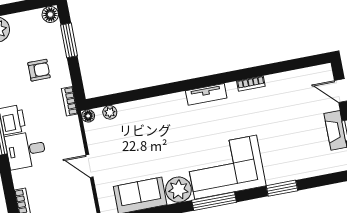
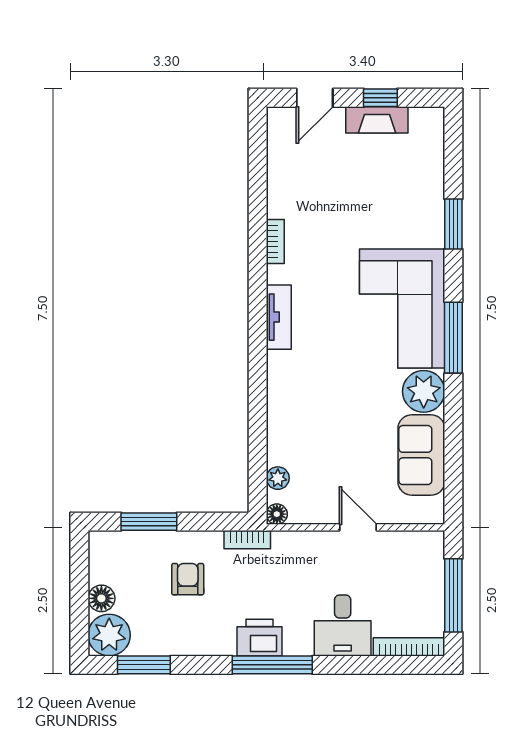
floor lamp: (50, 14) -> (101, 598), moved
desk: (26, 150) -> (343, 625), moved
door: (90, 166) -> (358, 527), swing flipped

